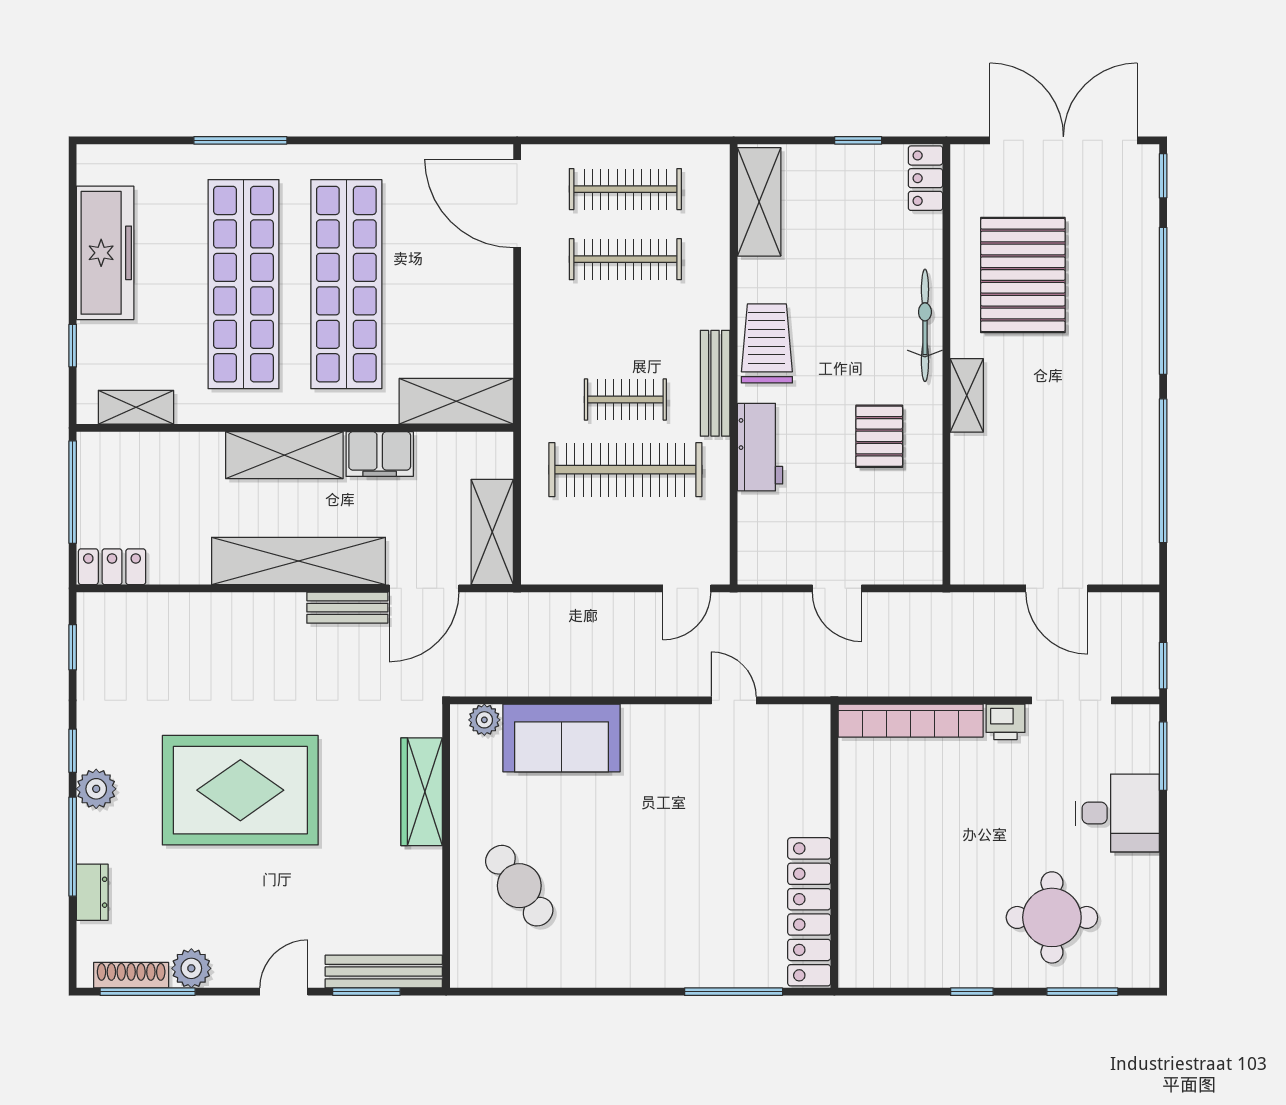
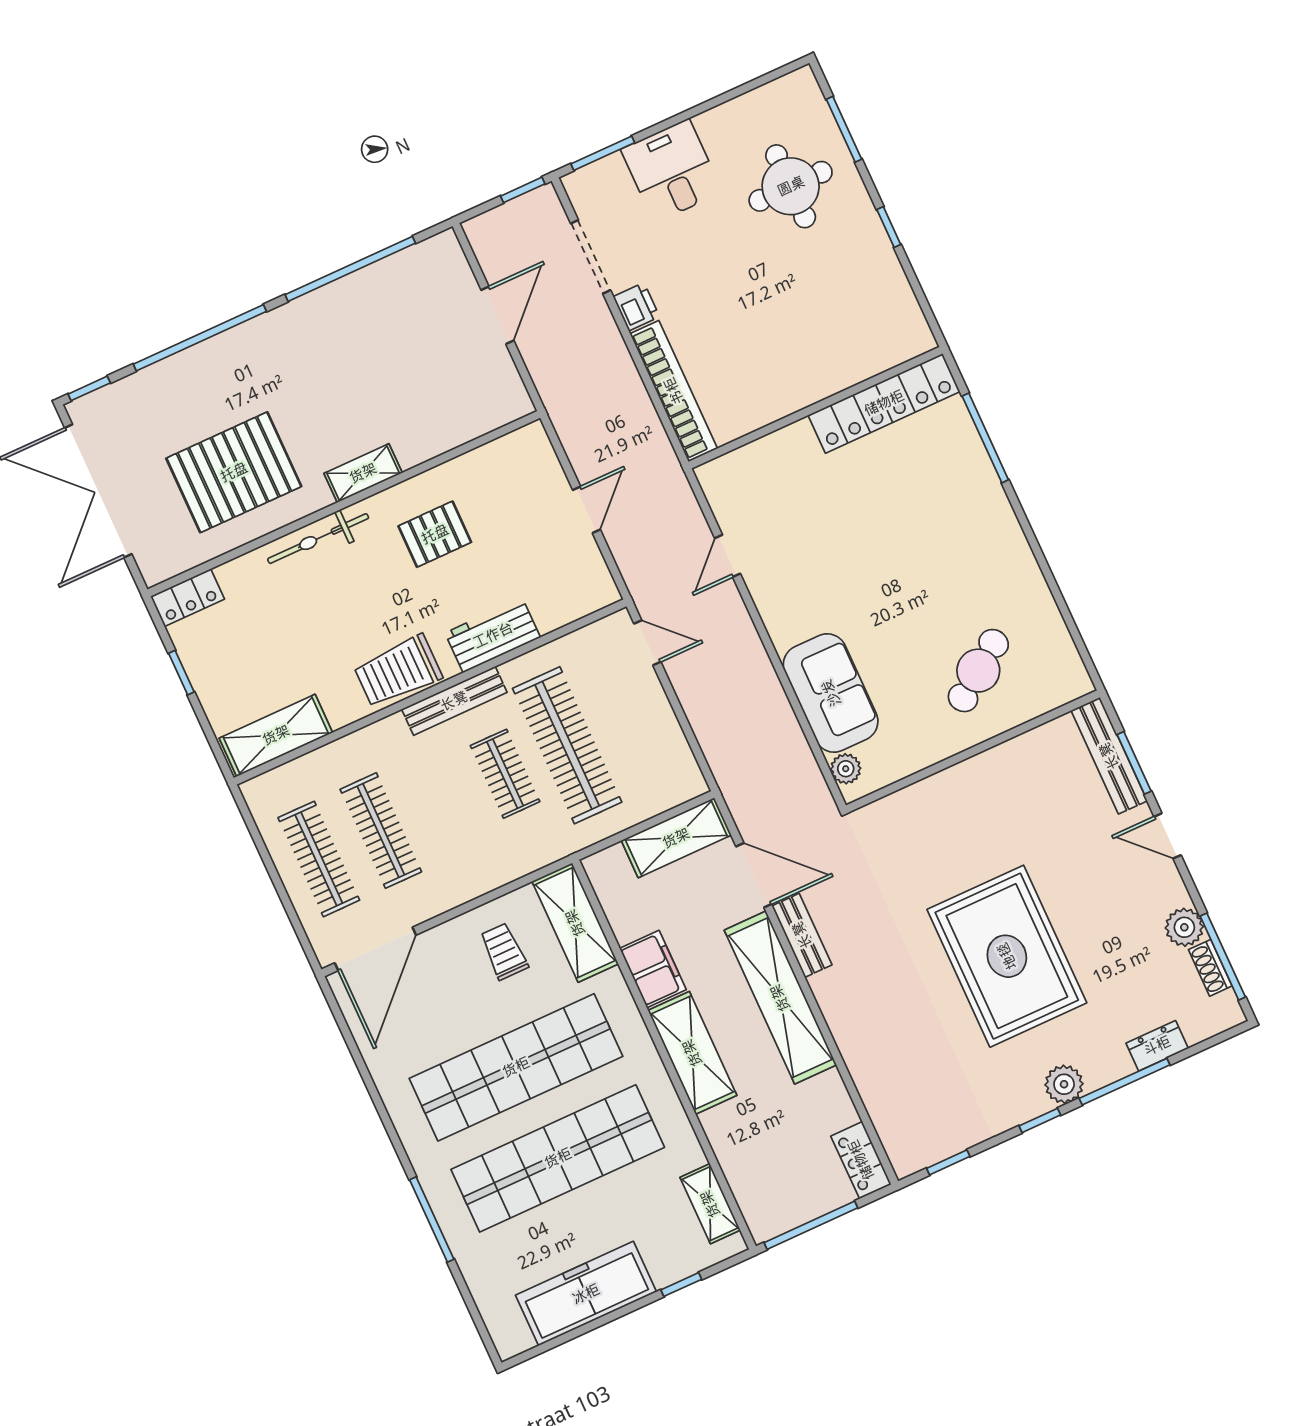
trolley: (460, 322) -> (504, 951), added
wardrobe: (422, 792) -> (935, 795), removed
shoe rack: (131, 975) -> (1210, 968), width x0.70

